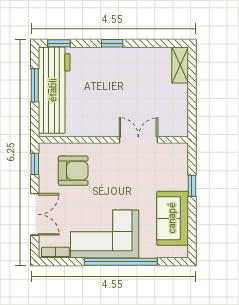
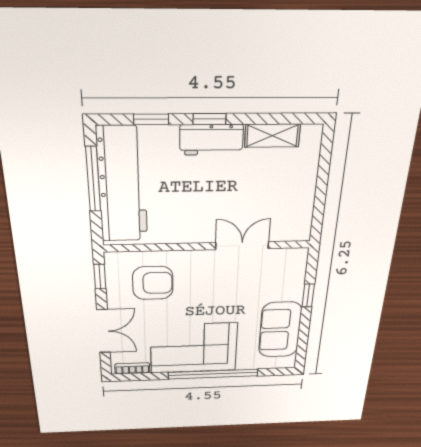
window: (59, 43) -> (151, 119), moved
workbench: (114, 58) -> (211, 140), added
shelving: (180, 65) -> (272, 136), moved, turned 90
window: (35, 85) -> (93, 179), width x1.44

